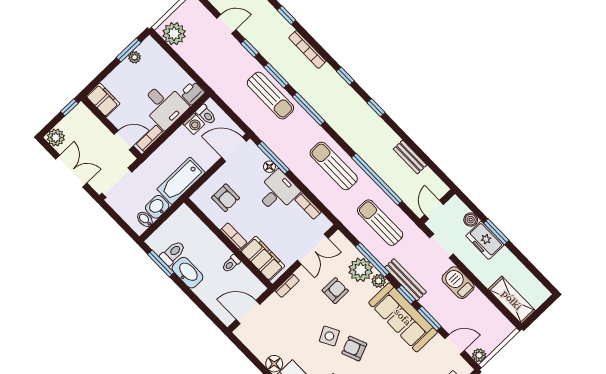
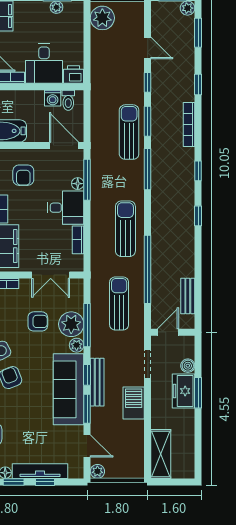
sun lounger: (270, 96) -> (129, 132), turned 180
bench: (410, 157) -> (188, 296), moved
bench: (405, 280) -> (97, 382), moved

